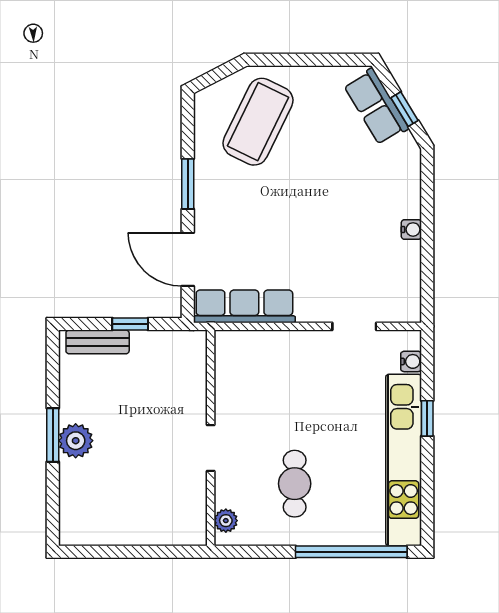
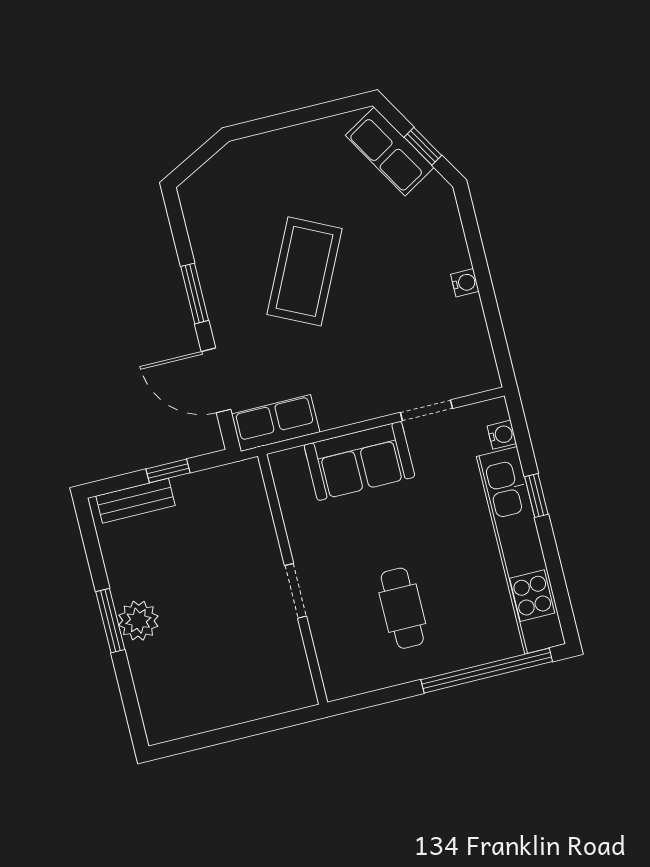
coffee table: (258, 122) -> (304, 271), moved
row of seats: (244, 306) -> (276, 423), width x0.68
sofa: (289, 354) -> (359, 461), added
plant: (226, 521) -> (334, 670), removed

